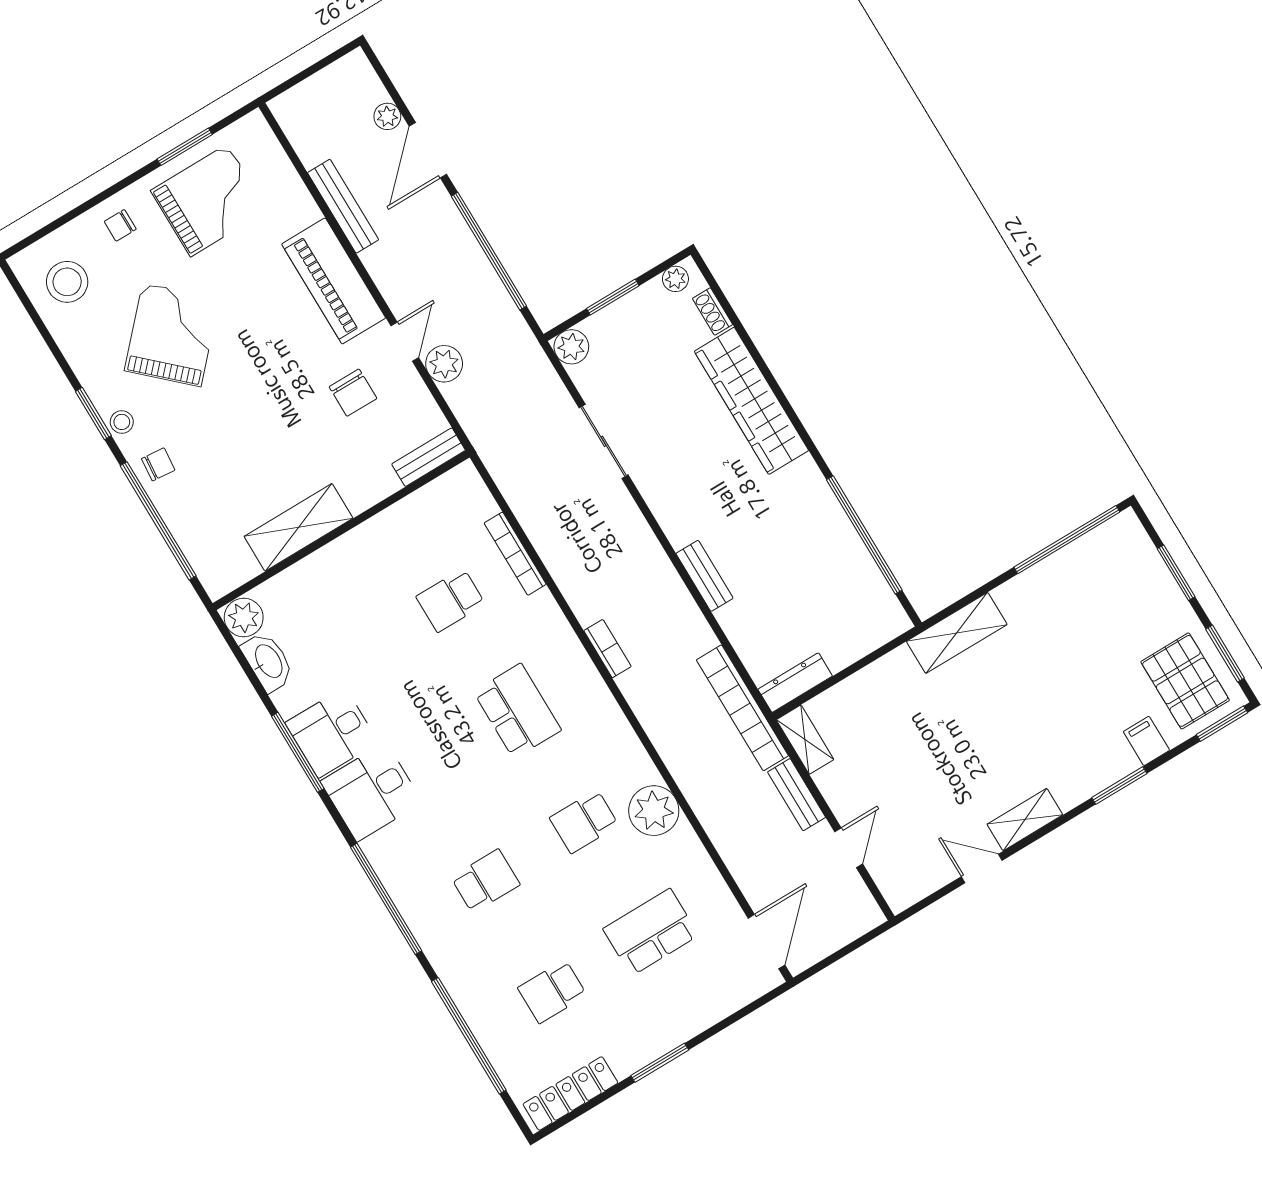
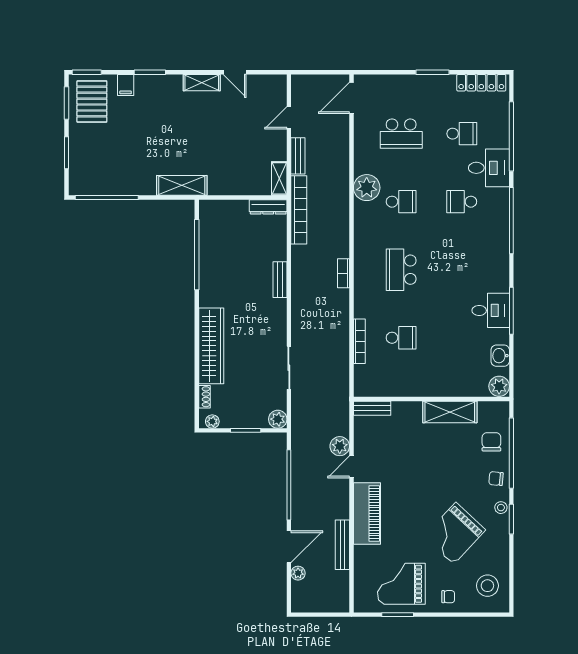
chair: (353, 393) -> (491, 442), moved
washbasin: (268, 662) -> (500, 356), width x0.72
desk: (371, 792) -> (489, 168), moved

